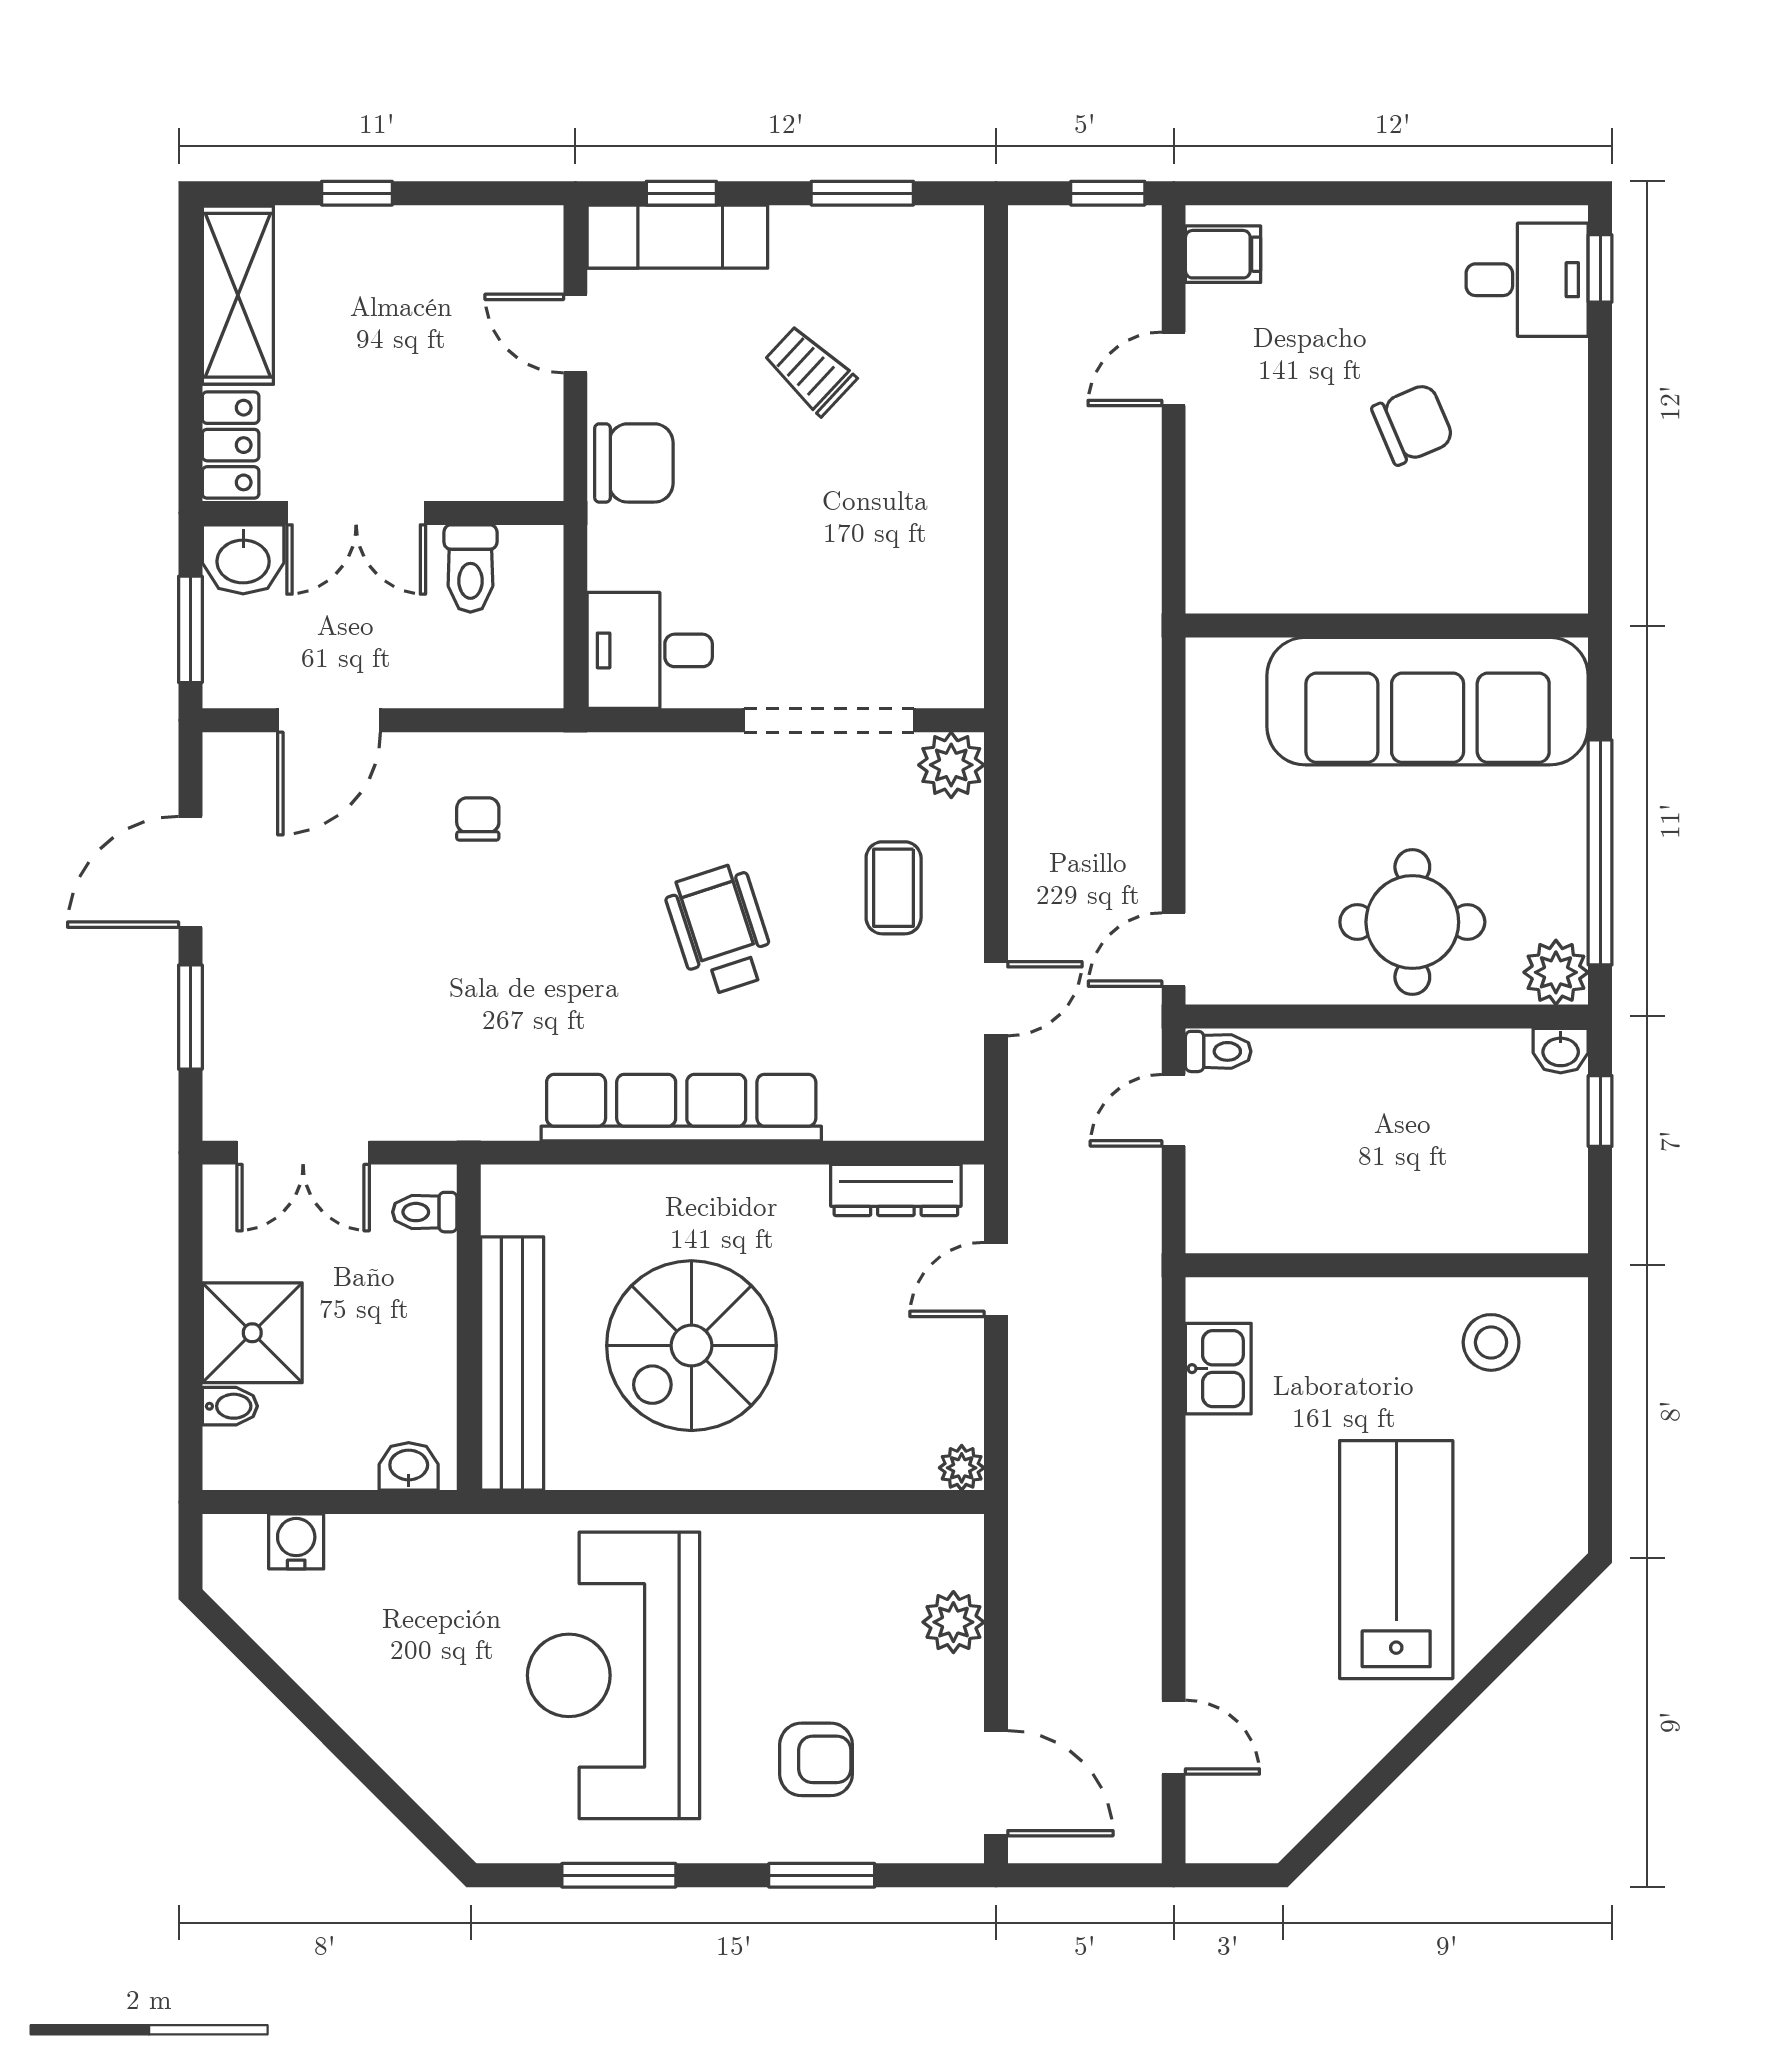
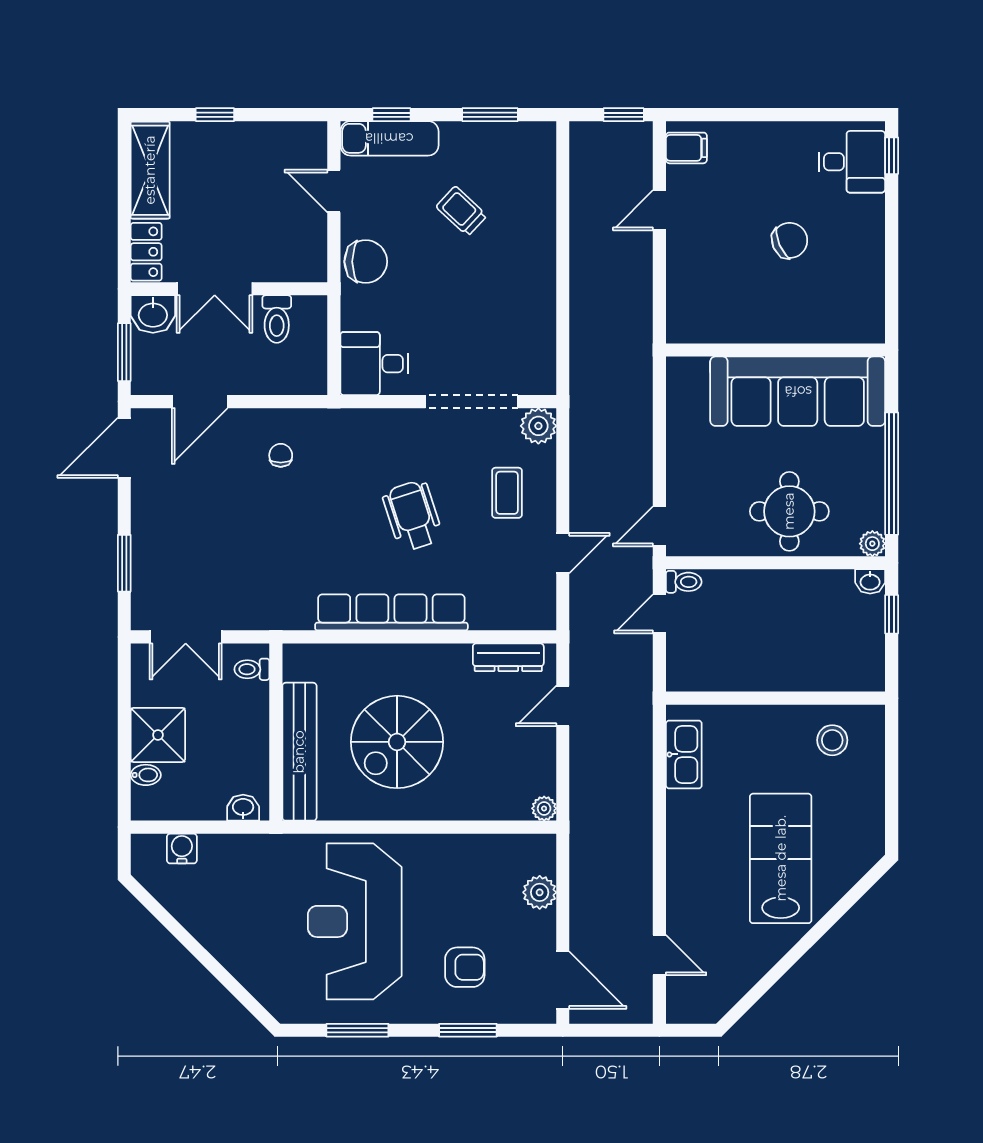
door: (190, 872) -> (124, 448), moved
plant: (1556, 972) -> (872, 544), width x0.73, depth x0.73
kitchen sink: (1218, 1369) -> (684, 754), width x1.38

